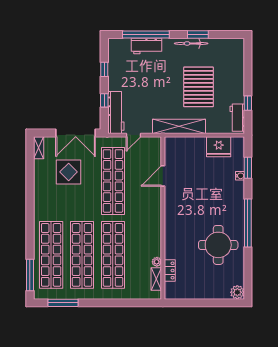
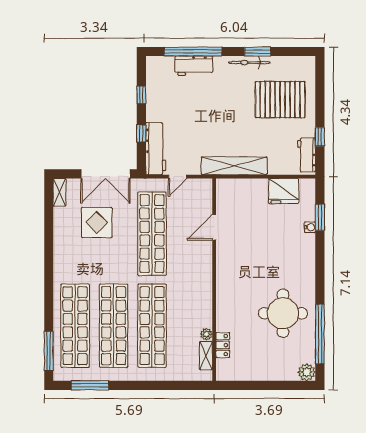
pallet: (199, 87) -> (280, 100), moved, turned 90
window: (248, 223) -> (320, 334), moved

